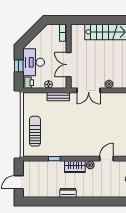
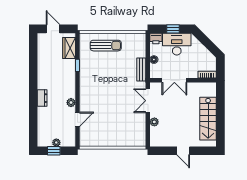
double door: (69, 65) -> (174, 80), swing flipped
door: (106, 159) -> (77, 119), hinge flipped
wardrobe: (75, 167) -> (69, 48), moved
dresser: (68, 193) -> (42, 98), moved

